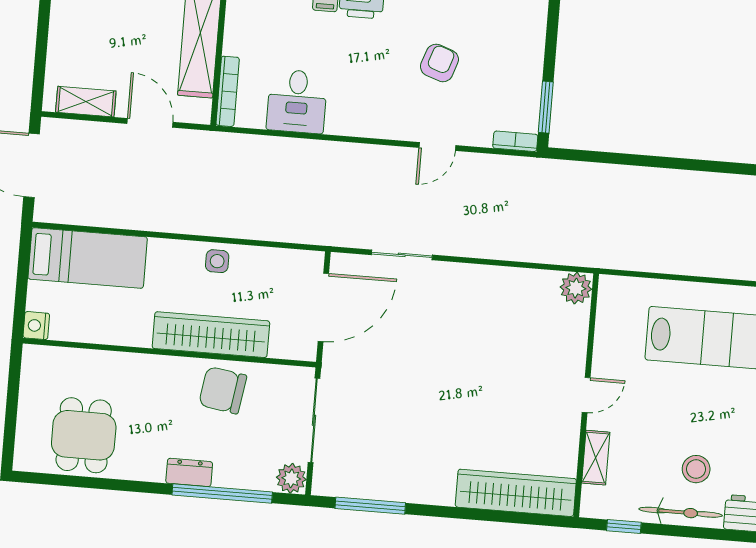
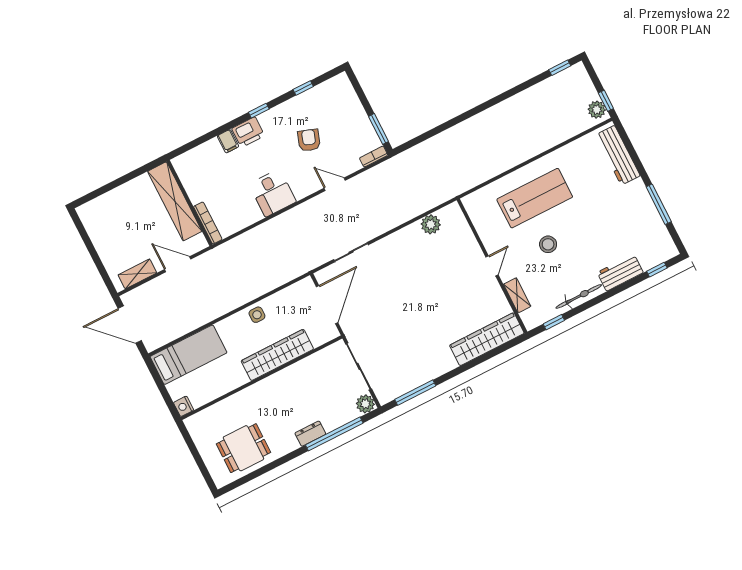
desk: (297, 101) -> (273, 193), moved
door: (437, 146) -> (335, 184), swing flipped
plant: (576, 288) -> (431, 224), moved
chair: (223, 390) -> (301, 380), removed
dining table: (84, 435) -> (243, 448), turned 90
stool: (696, 469) -> (548, 244), moved

